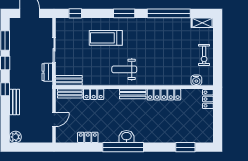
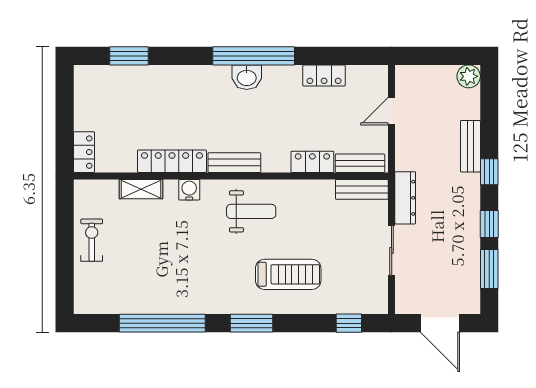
shelving: (202, 23) -> (141, 189), moved
dresser: (47, 72) -> (405, 198), width x1.44
water cooler: (196, 80) -> (189, 190), moved

